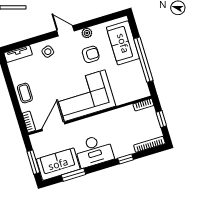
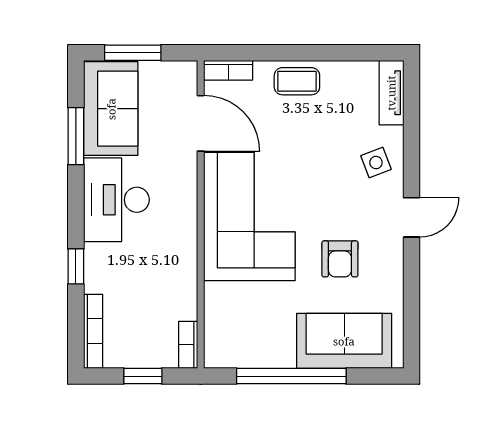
plant: (87, 33) -> (392, 265), removed

